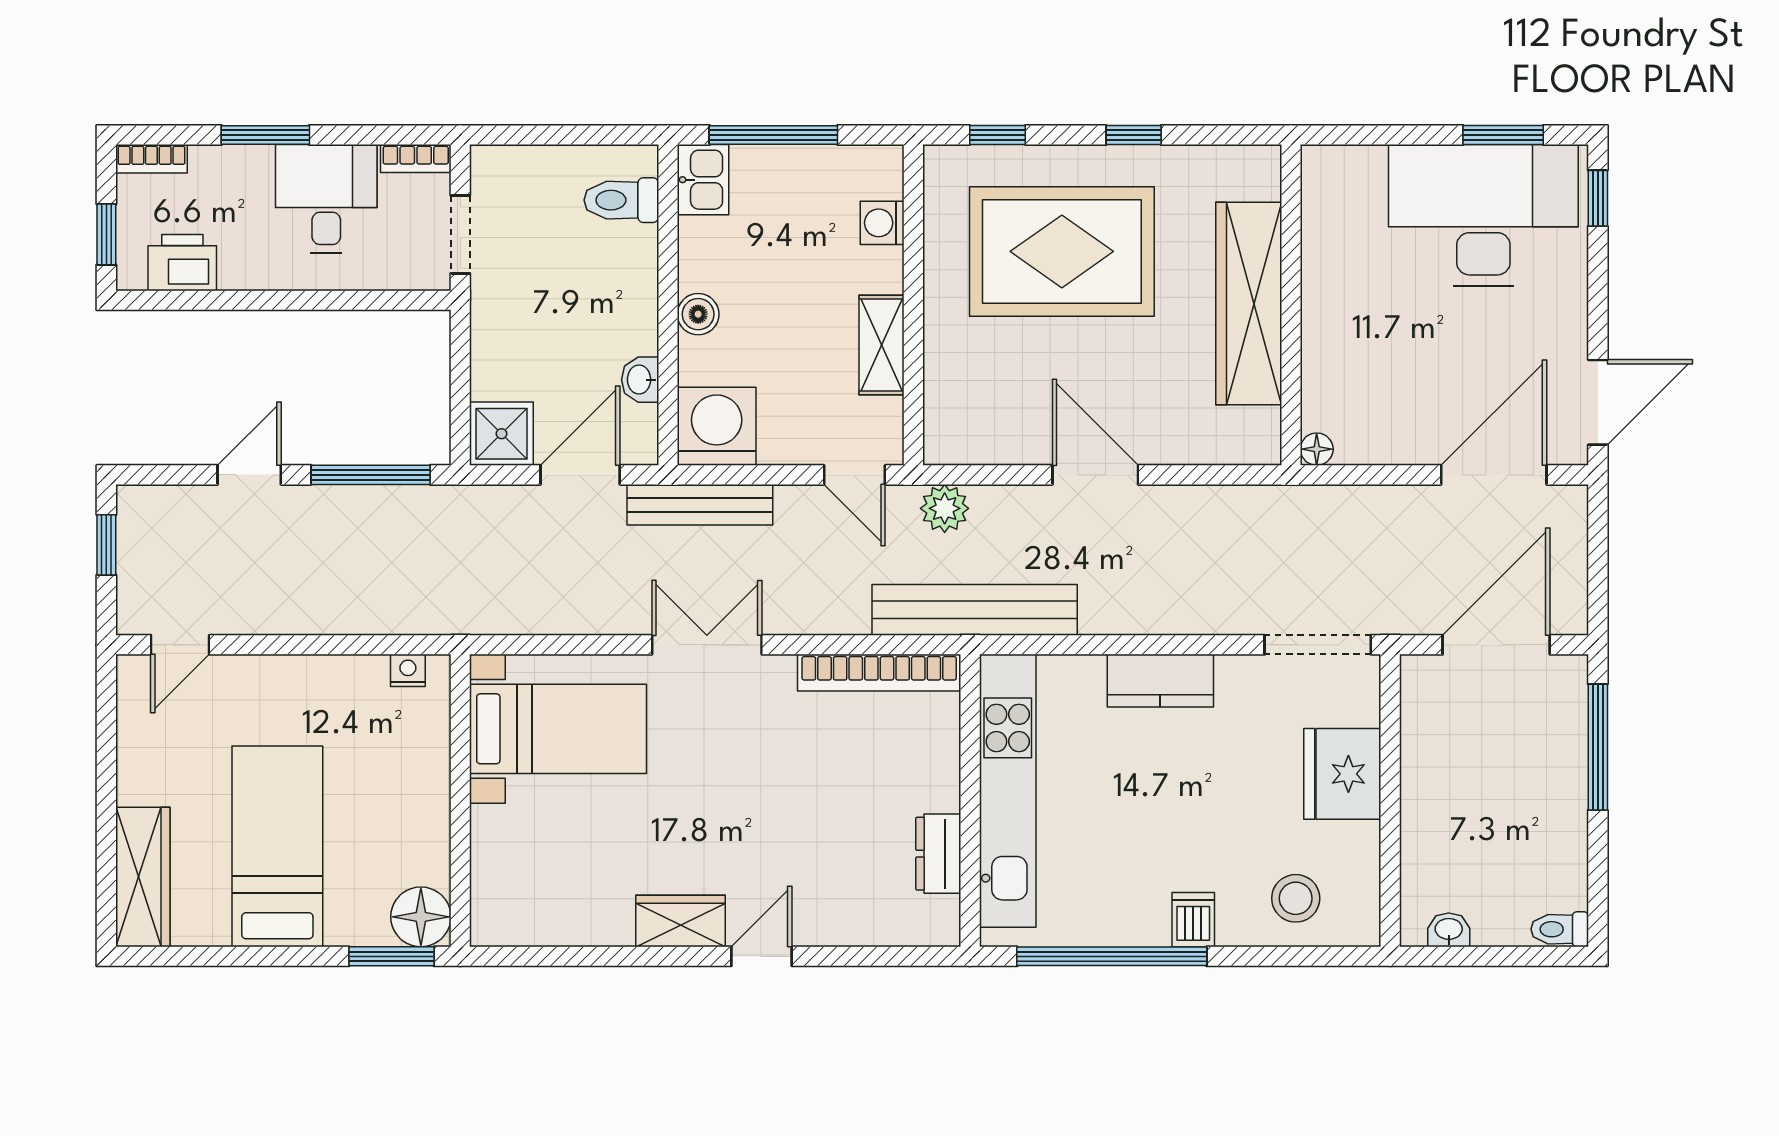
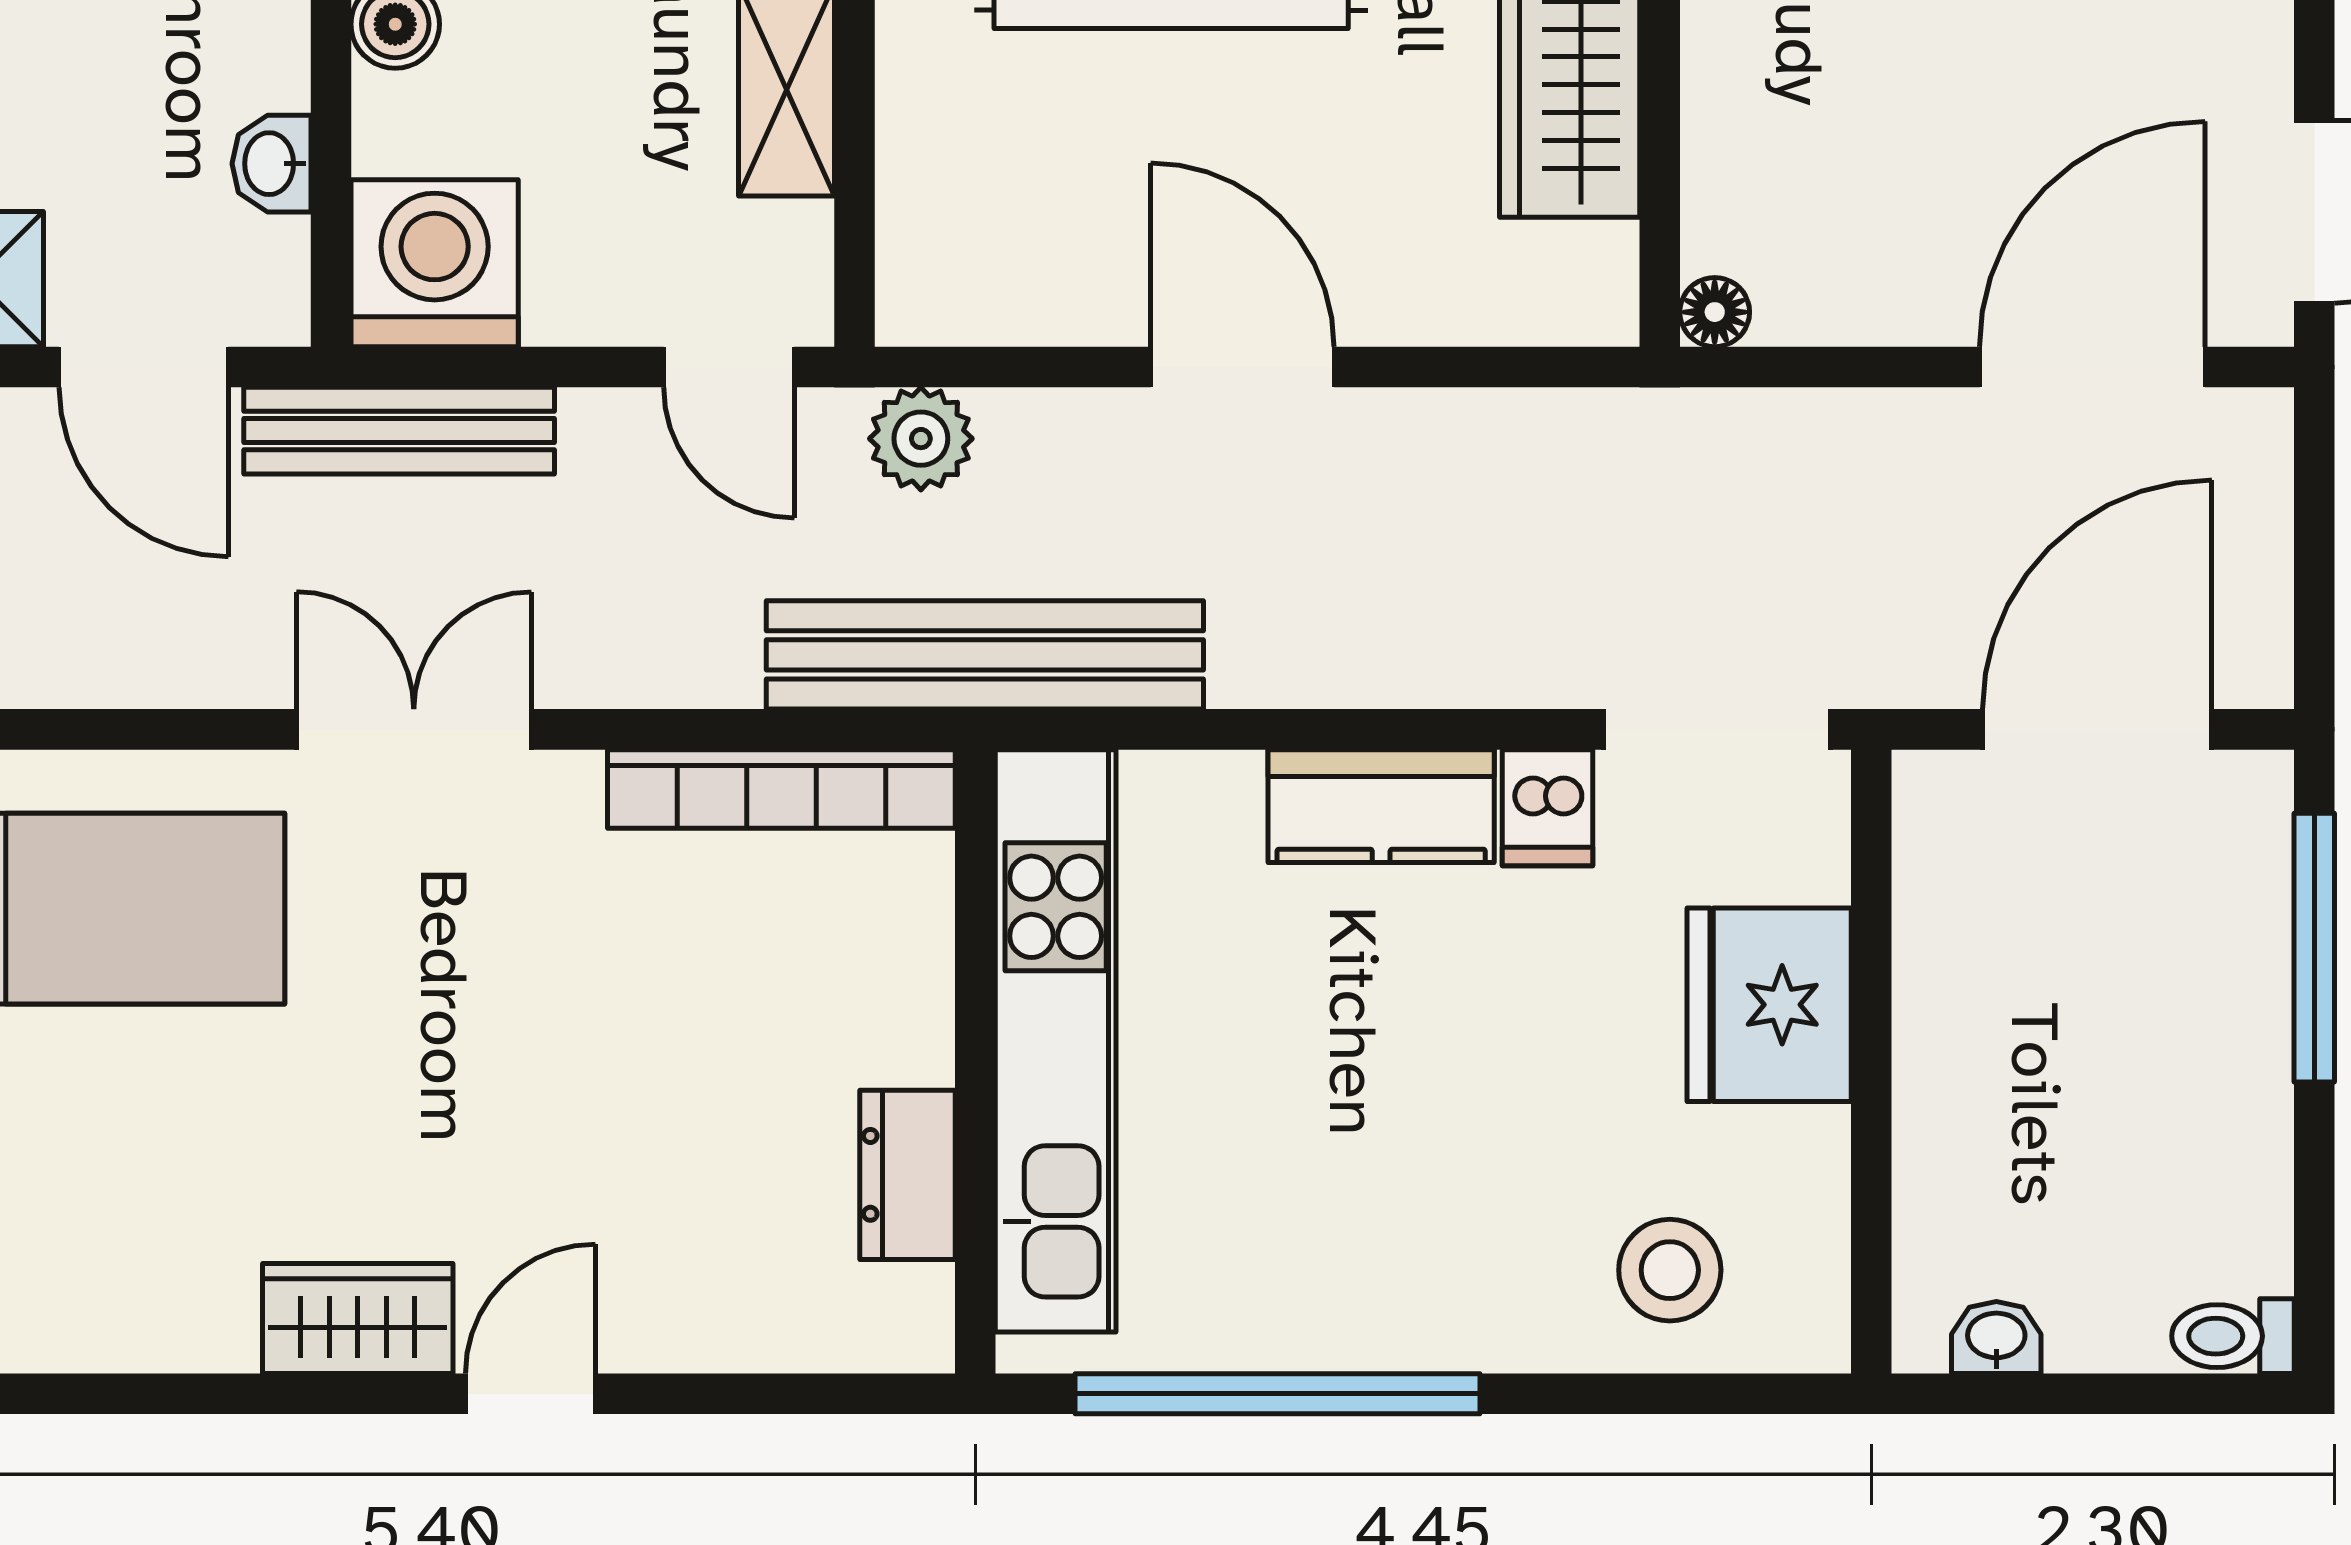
door: (580, 475) -> (144, 367), swing flipped
dishwasher: (1193, 920) -> (1547, 808), moved, turned 180

